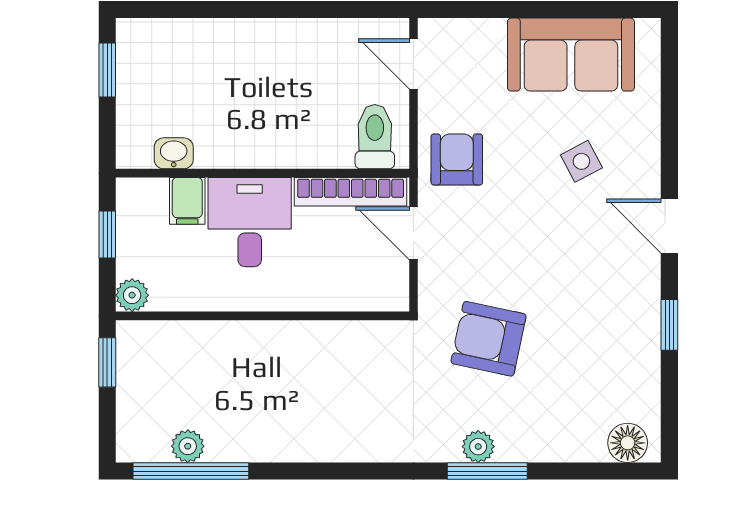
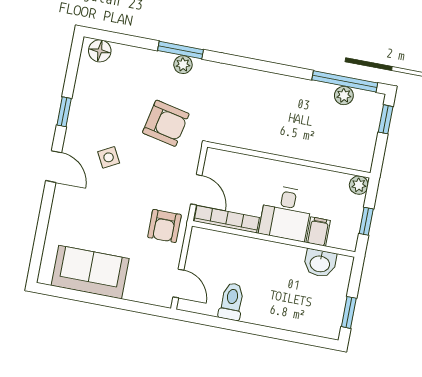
toilet: (375, 137) -> (232, 302), moved, turned 180
washbasin: (174, 153) -> (320, 263), width x1.38, depth x1.45
side table: (581, 161) -> (109, 157), moved
window: (107, 362) -> (386, 119), moved

